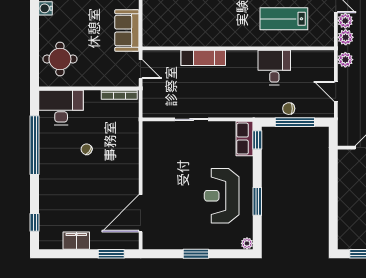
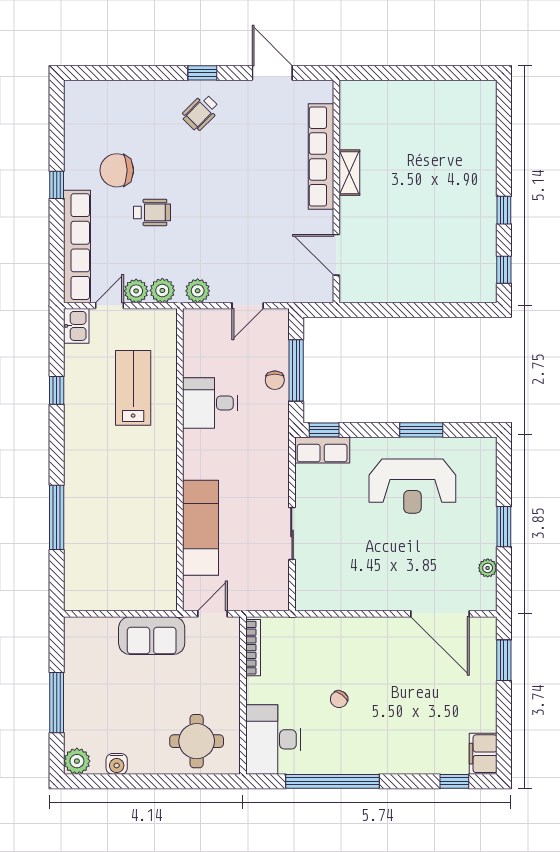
lab bench: (284, 19) -> (133, 388), turned 180
exam couch: (203, 58) -> (201, 528), width x1.36, depth x1.45
filing cabinet: (76, 241) -> (483, 754), moved
plant: (247, 243) -> (488, 568), moved

